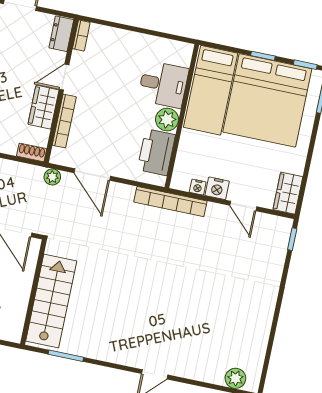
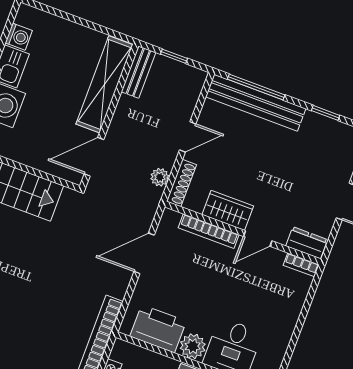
door: (64, 77) -> (258, 239), swing flipped
shoe rack: (32, 152) -> (181, 183), width x1.43
plant: (52, 177) -> (160, 177), moved

